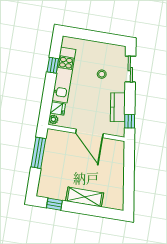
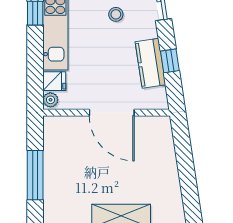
window: (130, 121) -> (170, 61), moved
window: (38, 153) -> (35, 175), moved

